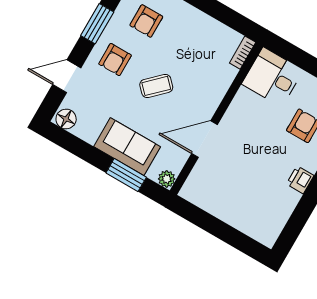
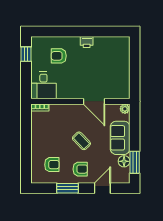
door: (67, 76) -> (102, 188), swing flipped
floor lamp: (66, 119) -> (124, 161), moved
window: (126, 175) -> (135, 162), moved

